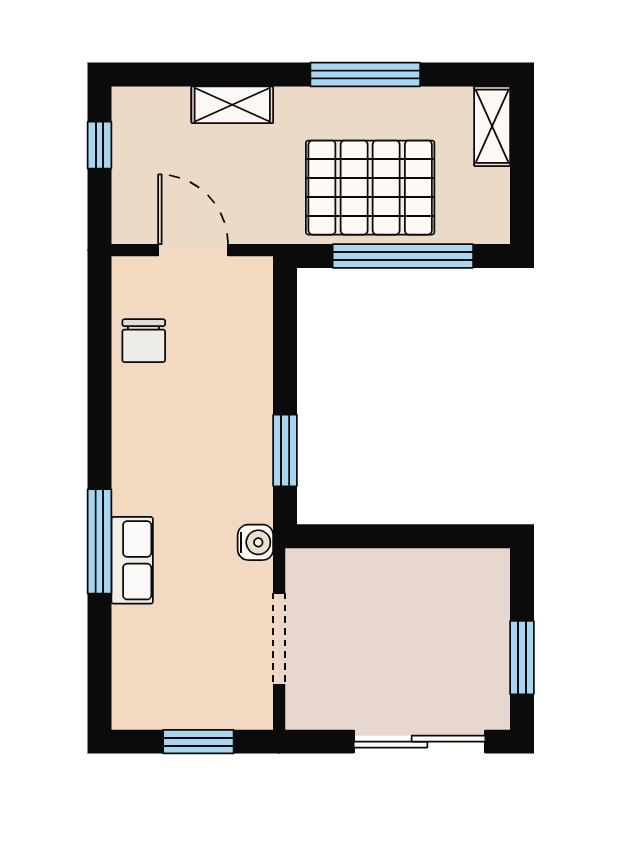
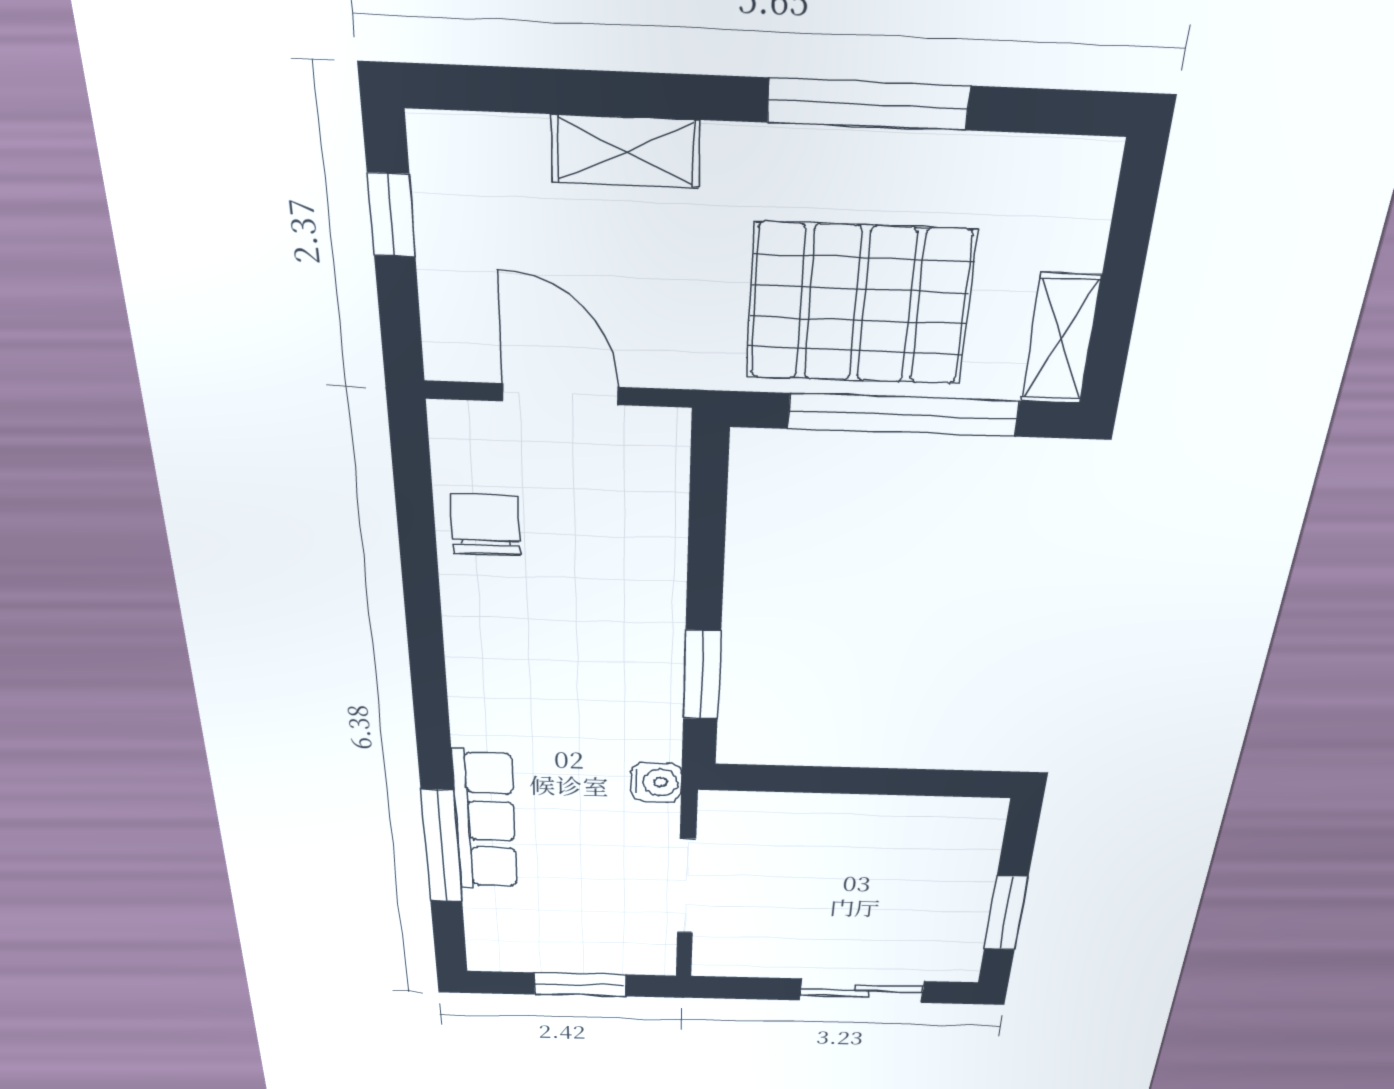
shelving: (492, 126) -> (1061, 339), moved
chair: (144, 341) -> (486, 525), turned 180
window: (100, 541) -> (442, 846), moved
row of seats: (132, 560) -> (485, 821), width x1.48
sliding door: (419, 742) -> (862, 991), width x0.73

